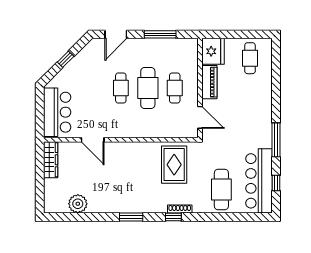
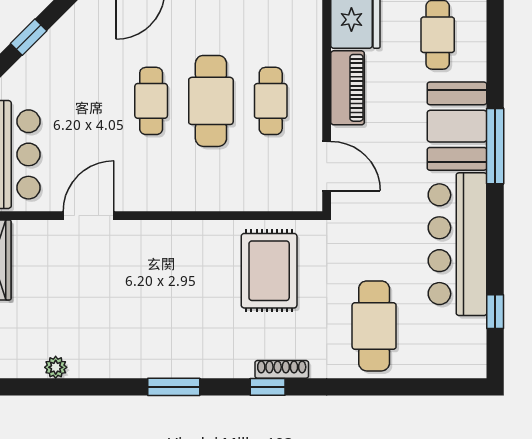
booth: (259, 99) -> (457, 126), added
door: (93, 140) -> (89, 216), swing flipped
window: (276, 140) -> (495, 146), moved
bar counter: (259, 181) -> (458, 244), moved
plant: (78, 204) -> (56, 367), width x0.53, depth x0.53

